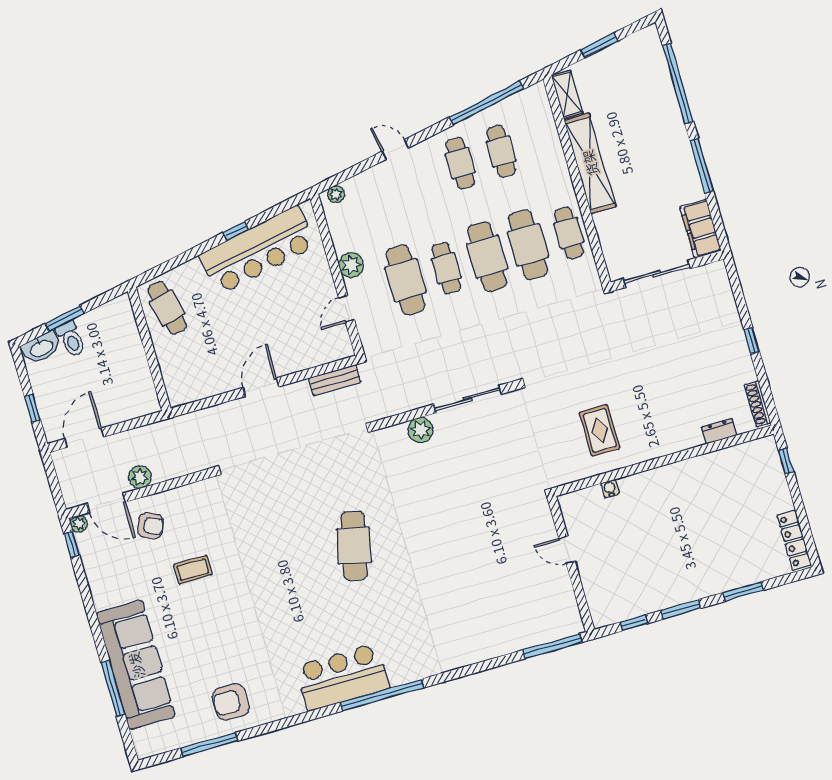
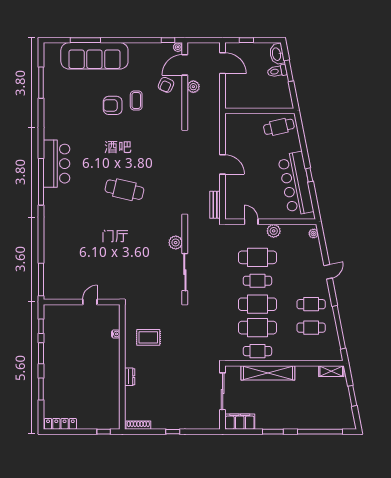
shelving: (590, 163) -> (268, 373), moved
window: (702, 166) -> (273, 432), width x0.69
dresser: (719, 431) -> (130, 377), moved
armchair: (231, 702) -> (113, 105), moved, turned -90

